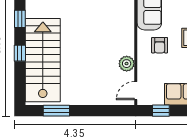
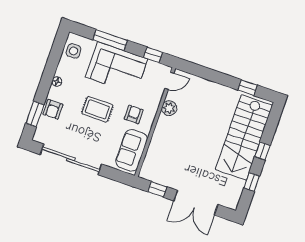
window: (56, 111) -> (247, 88), width x0.67

